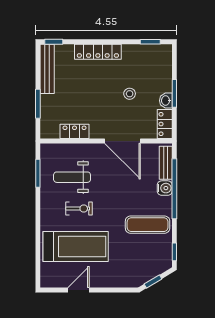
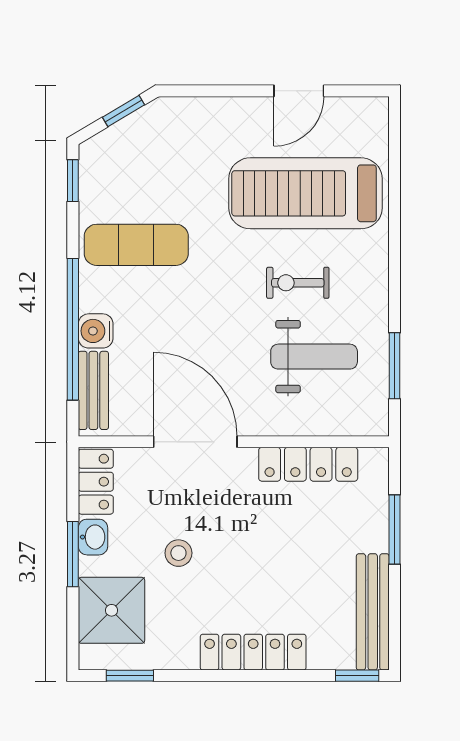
shower: (158, 69) -> (112, 610), added
locker: (75, 131) -> (308, 464), width x1.53

